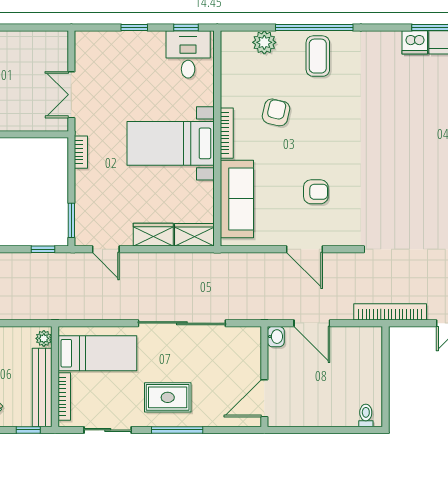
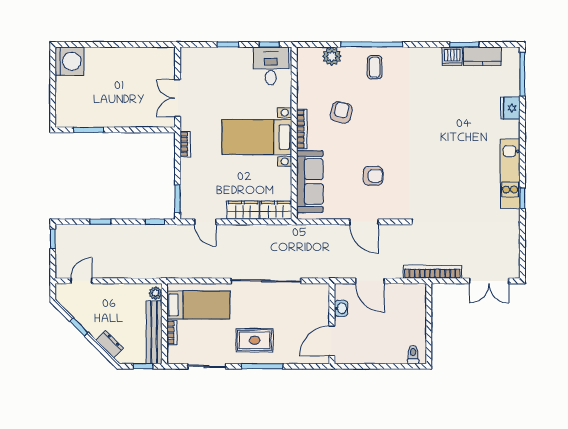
coffee table: (318, 56) -> (375, 67), width x0.73, depth x0.77
washbasin: (276, 337) -> (341, 308), moved
bookcase: (64, 396) -> (172, 333), width x0.64

